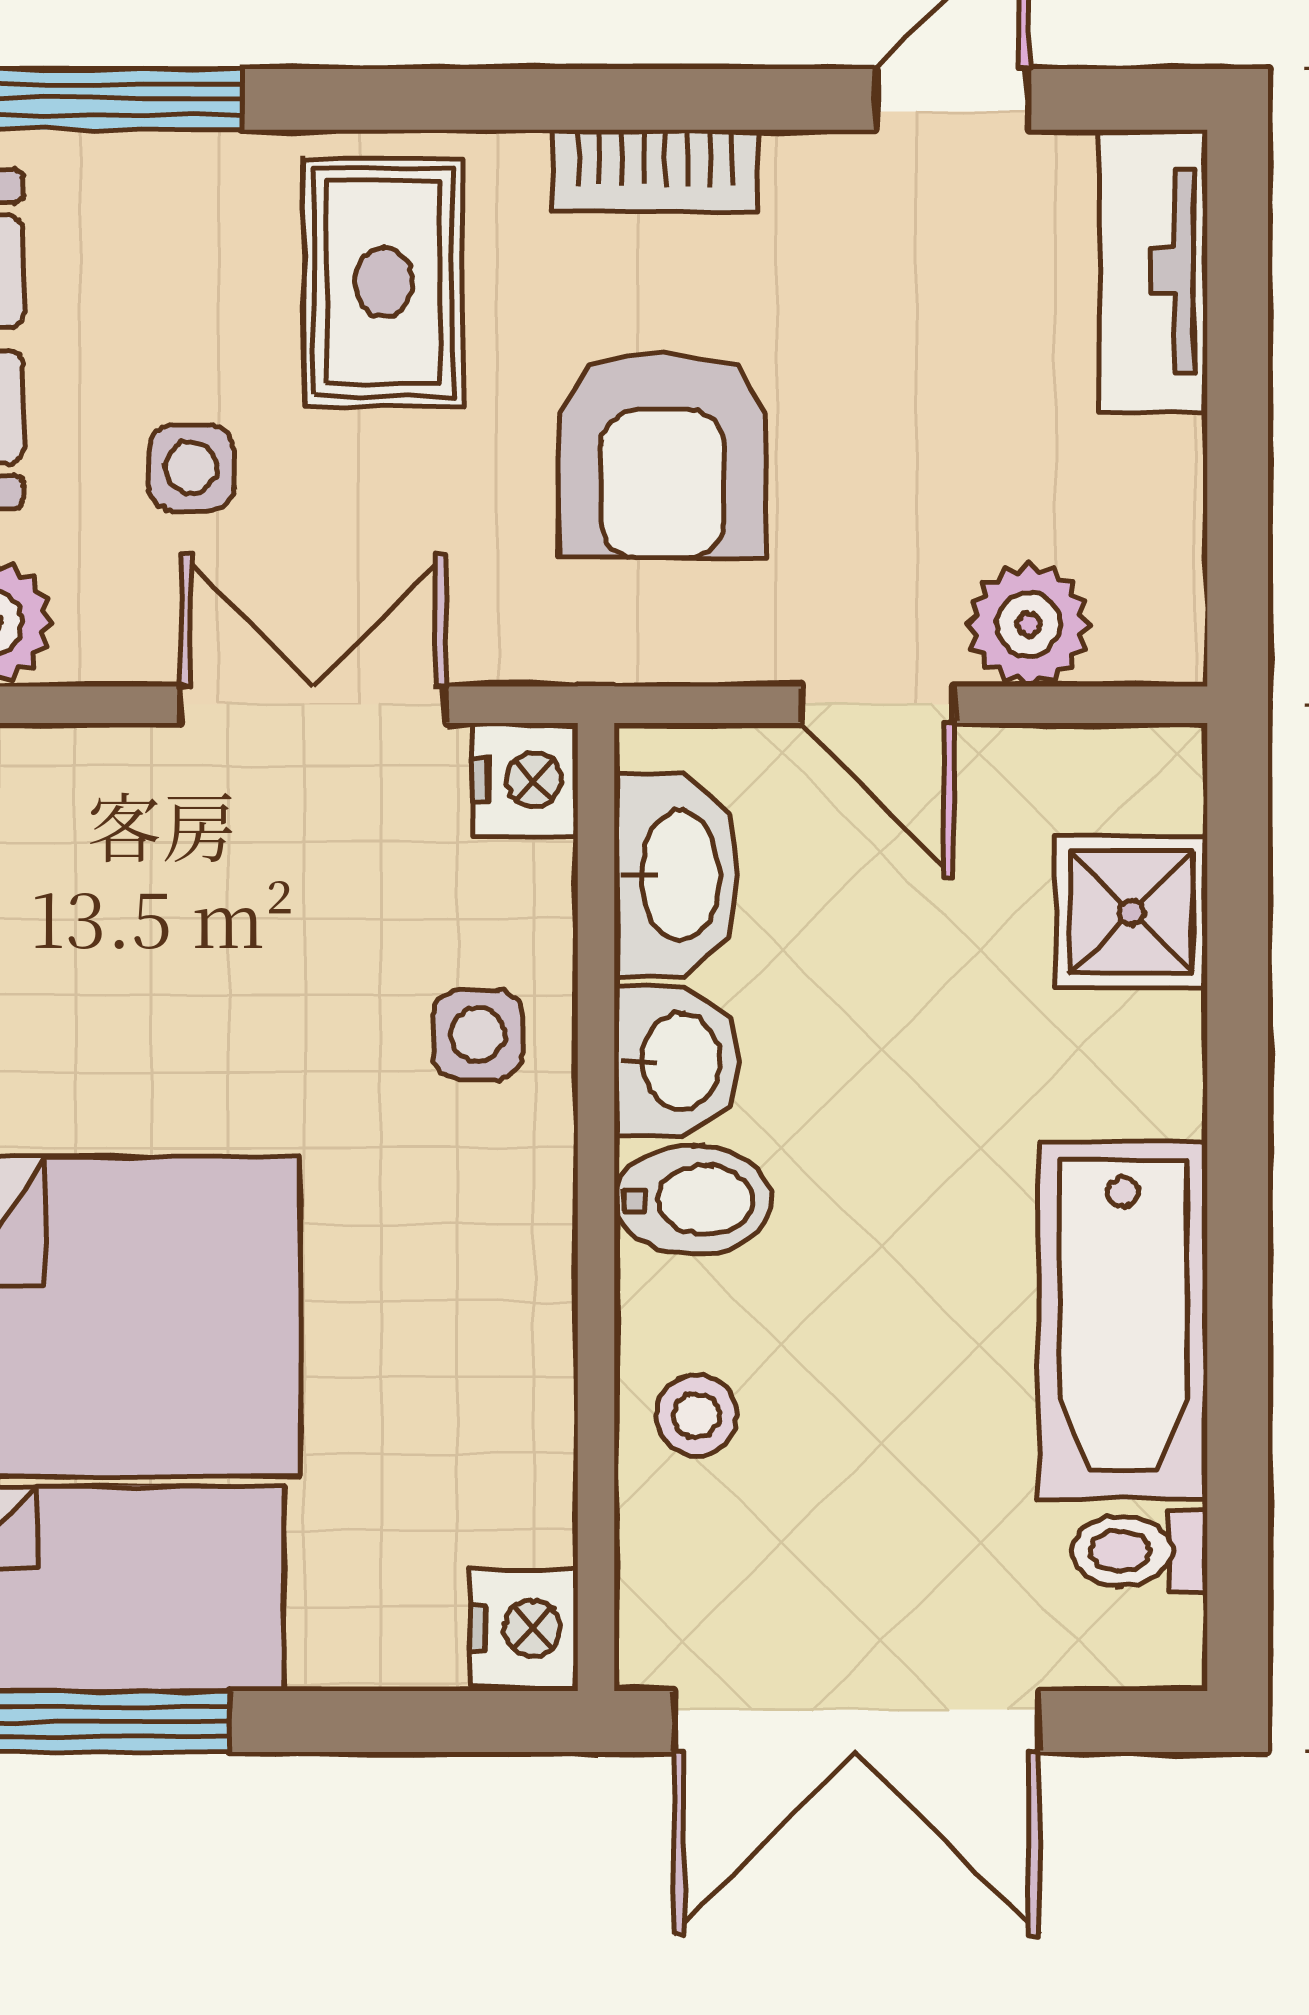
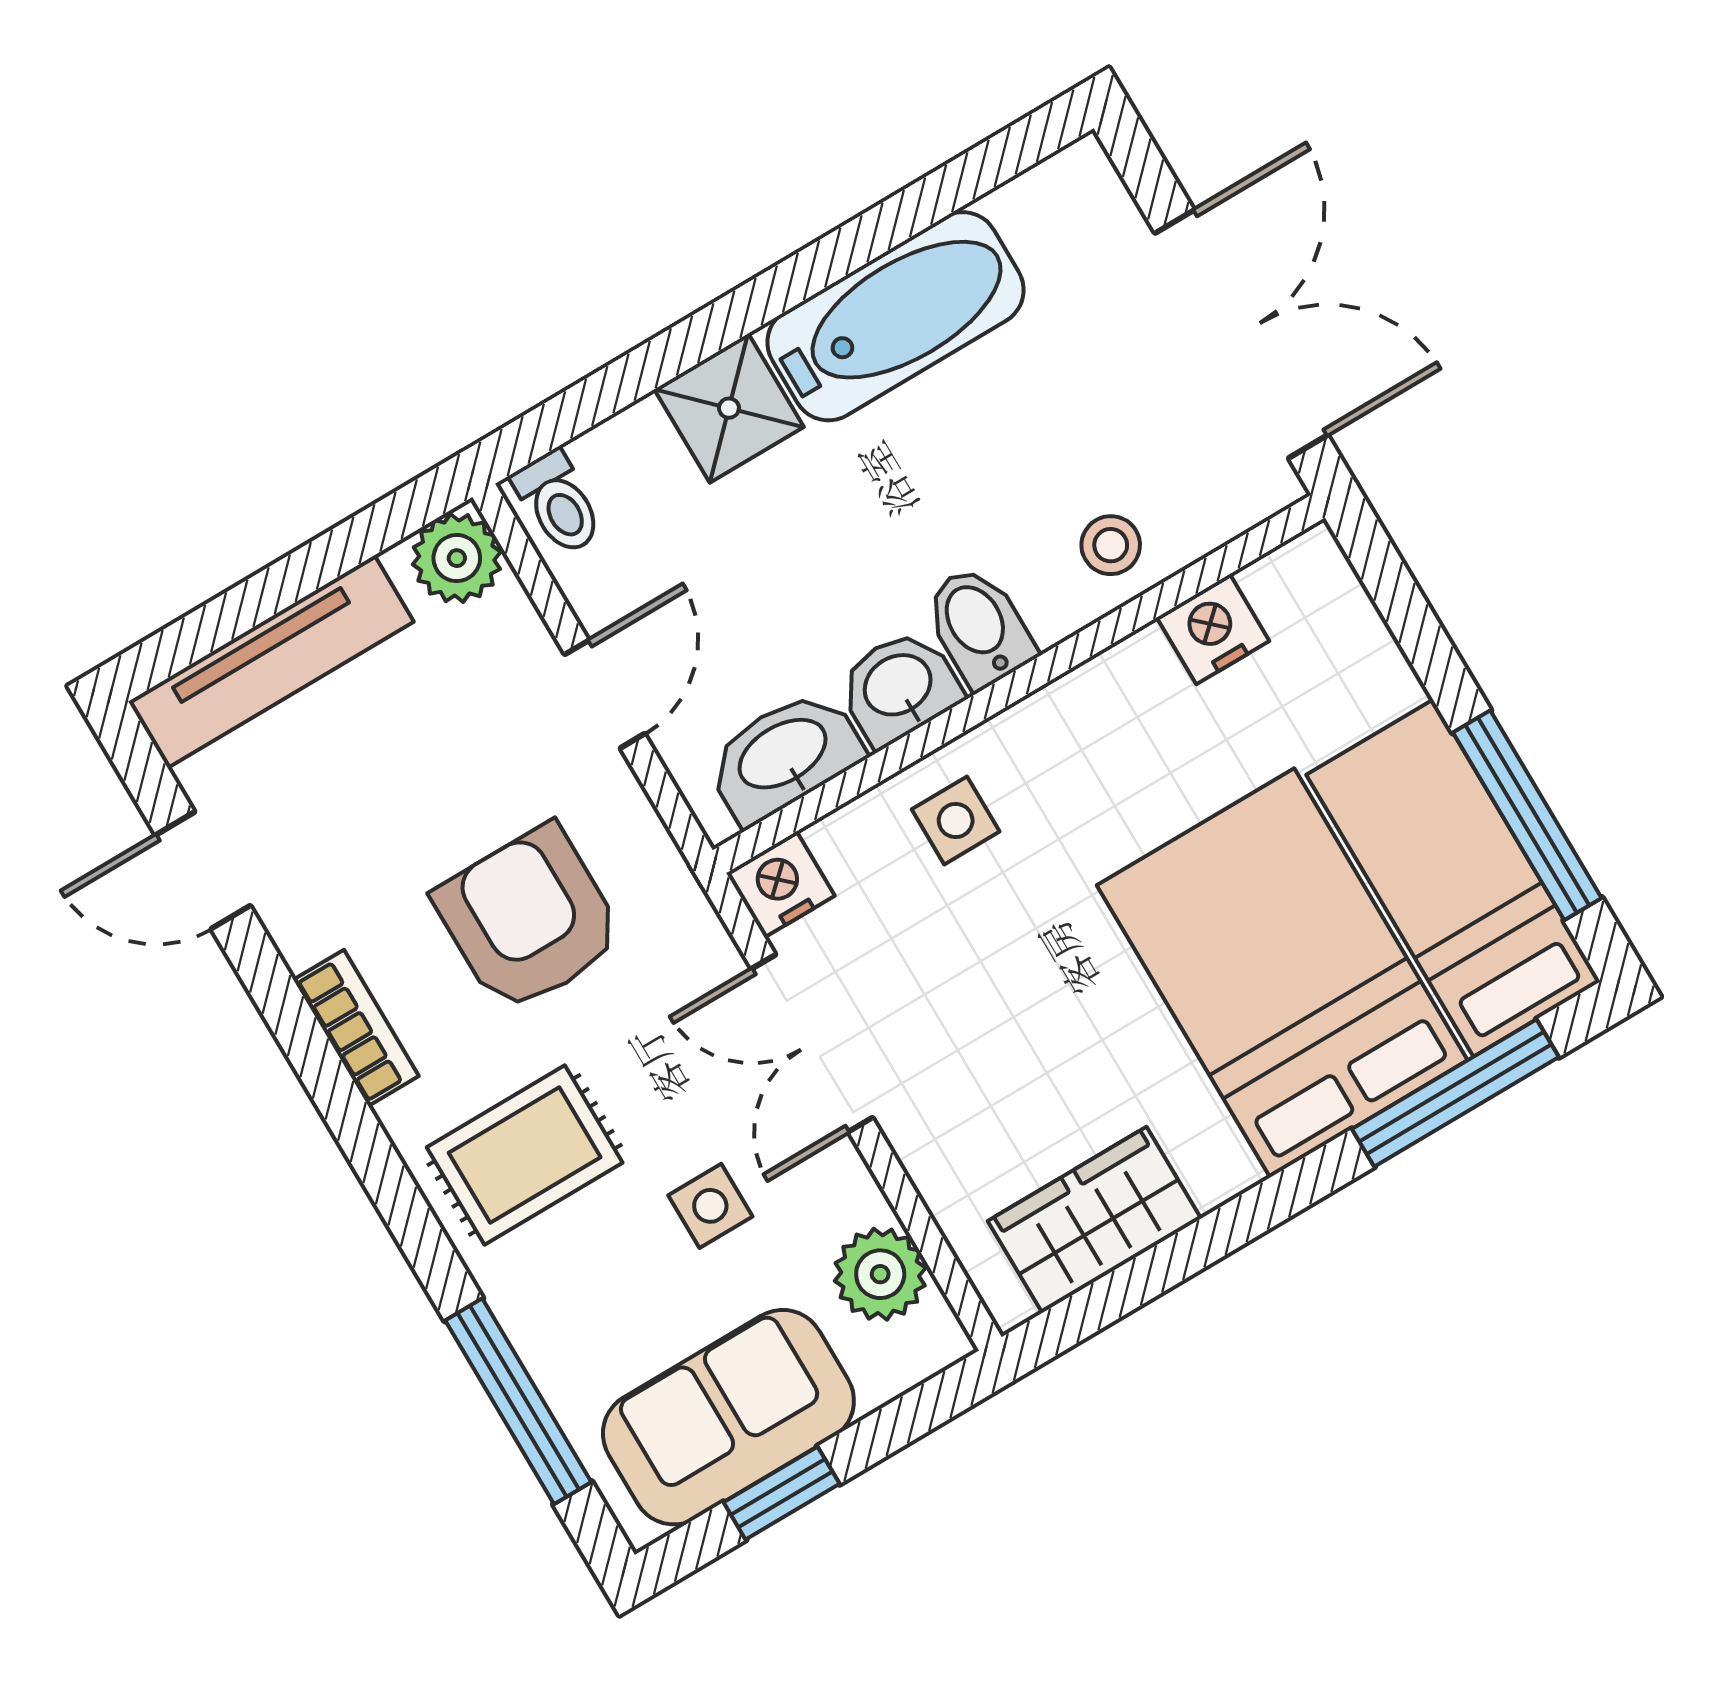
tv unit: (1153, 271) -> (271, 662), width x1.41
armchair: (663, 455) -> (529, 919), turned -90
plant: (1029, 625) -> (457, 558), moved
shower: (1131, 912) -> (729, 408), moved
toilet: (1139, 1551) -> (558, 503), moved
nightstand: (524, 1628) -> (1213, 629), moved

